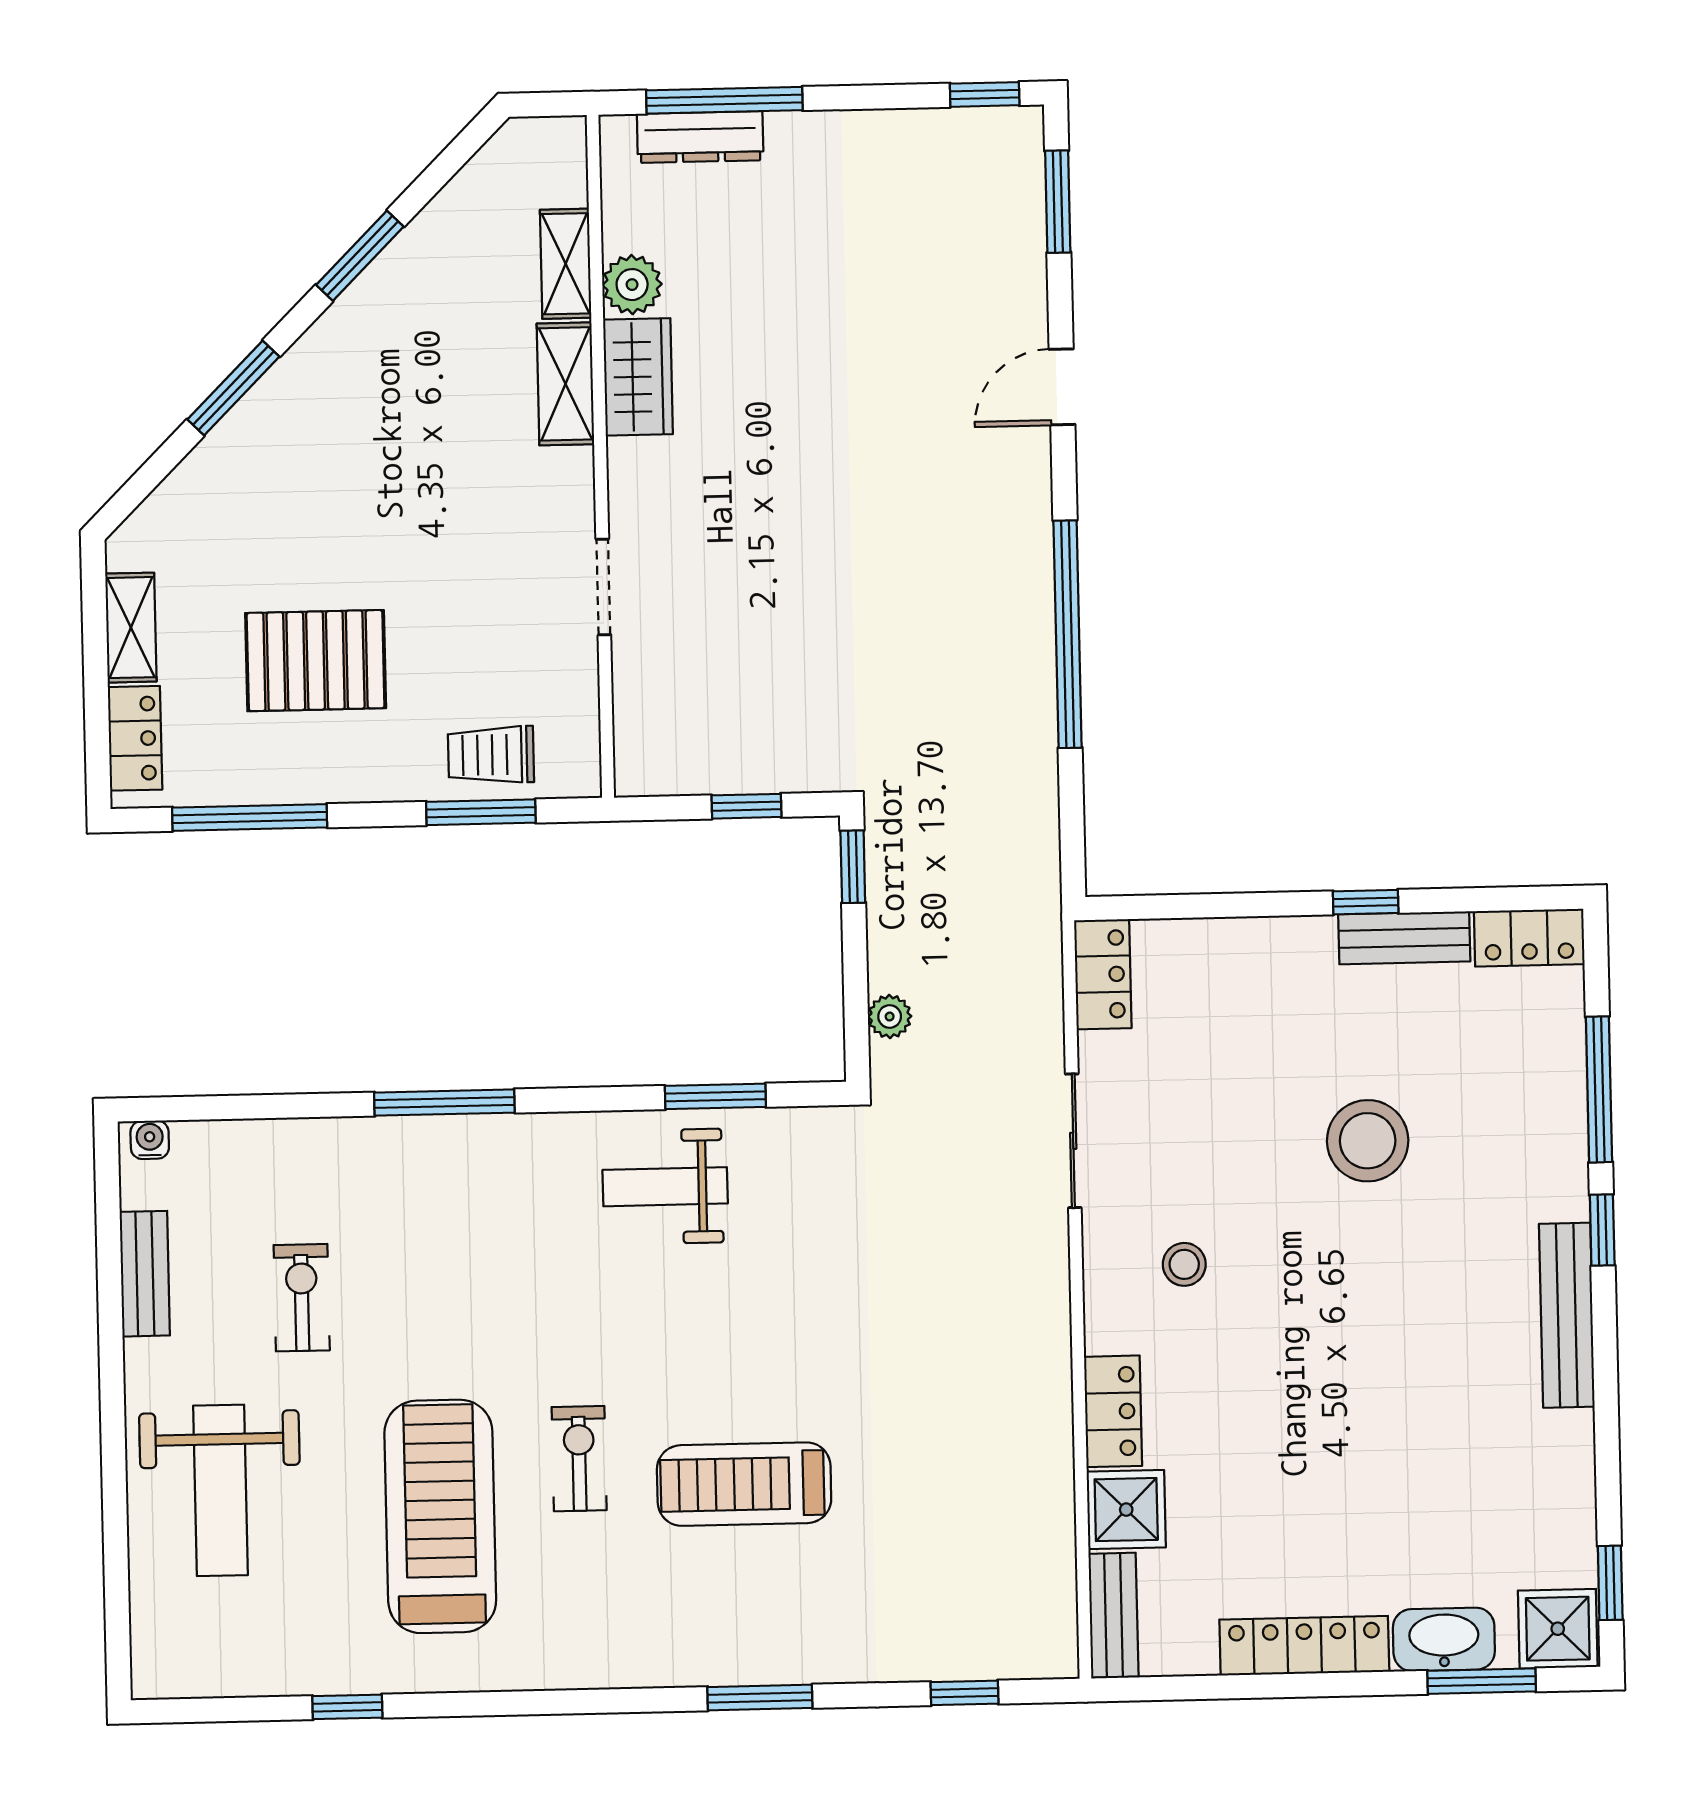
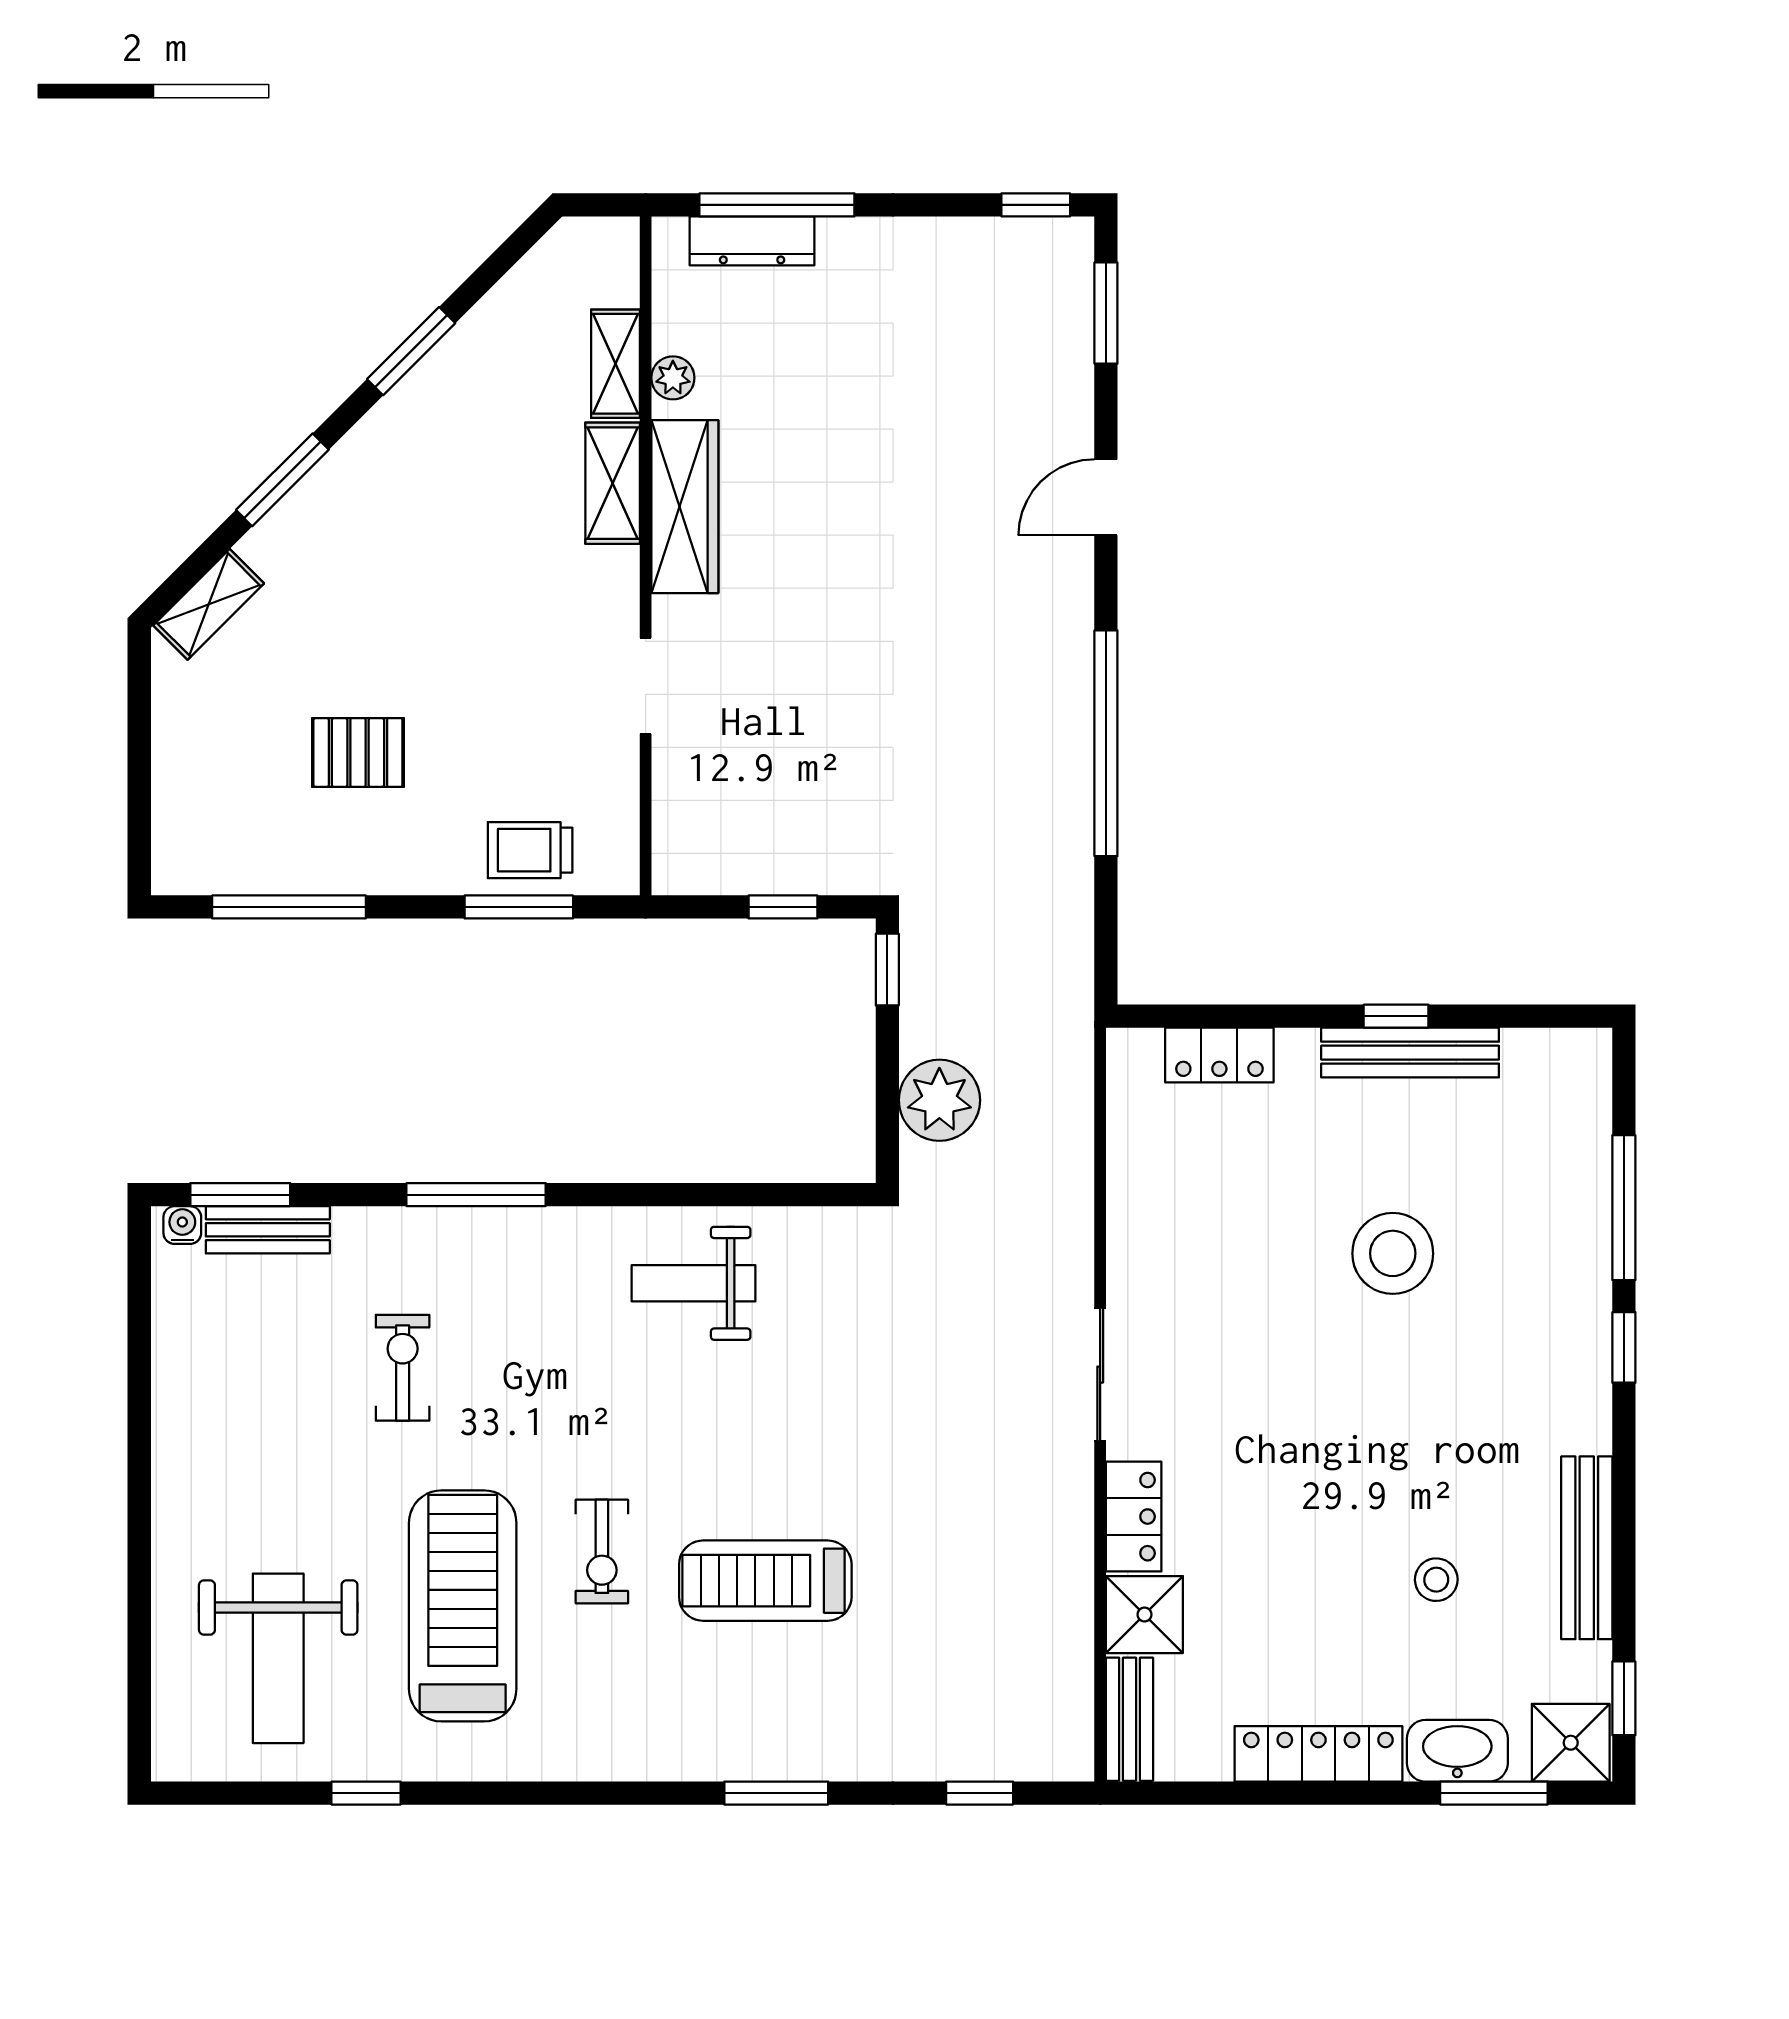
plant: (632, 285) -> (673, 378), width x0.73, depth x0.73
wardrobe: (638, 377) -> (685, 507), width x1.50
shelving: (131, 628) -> (209, 604), moved, turned 45
pallet: (316, 661) -> (358, 752), width x0.67, depth x0.71
locker: (135, 738) -> (177, 826), removed
bench: (1404, 938) -> (1410, 1053), width x1.36
locker: (1529, 938) -> (1558, 1055), removed
locker: (1103, 974) -> (1219, 1055), moved, turned 90
plant: (890, 1016) -> (939, 1100), width x1.88, depth x1.88
window: (715, 1096) -> (240, 1195), moved
sliding door: (1073, 1141) -> (1100, 1375), moved
stool: (1184, 1264) -> (1436, 1580), moved
bench: (145, 1274) -> (268, 1230), moved, turned 90
exercise bike: (302, 1298) -> (403, 1368), moved
bench: (1567, 1315) -> (1587, 1548), moved
exercise bike: (579, 1459) -> (602, 1552), turned 180
weight bench: (221, 1490) -> (278, 1658), moved

